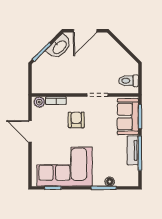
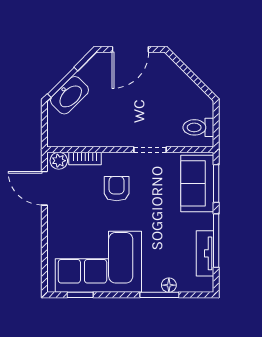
washbasin: (59, 47) -> (70, 95), moved
door: (30, 131) -> (44, 188), moved
tv unit: (133, 150) -> (205, 253), moved

